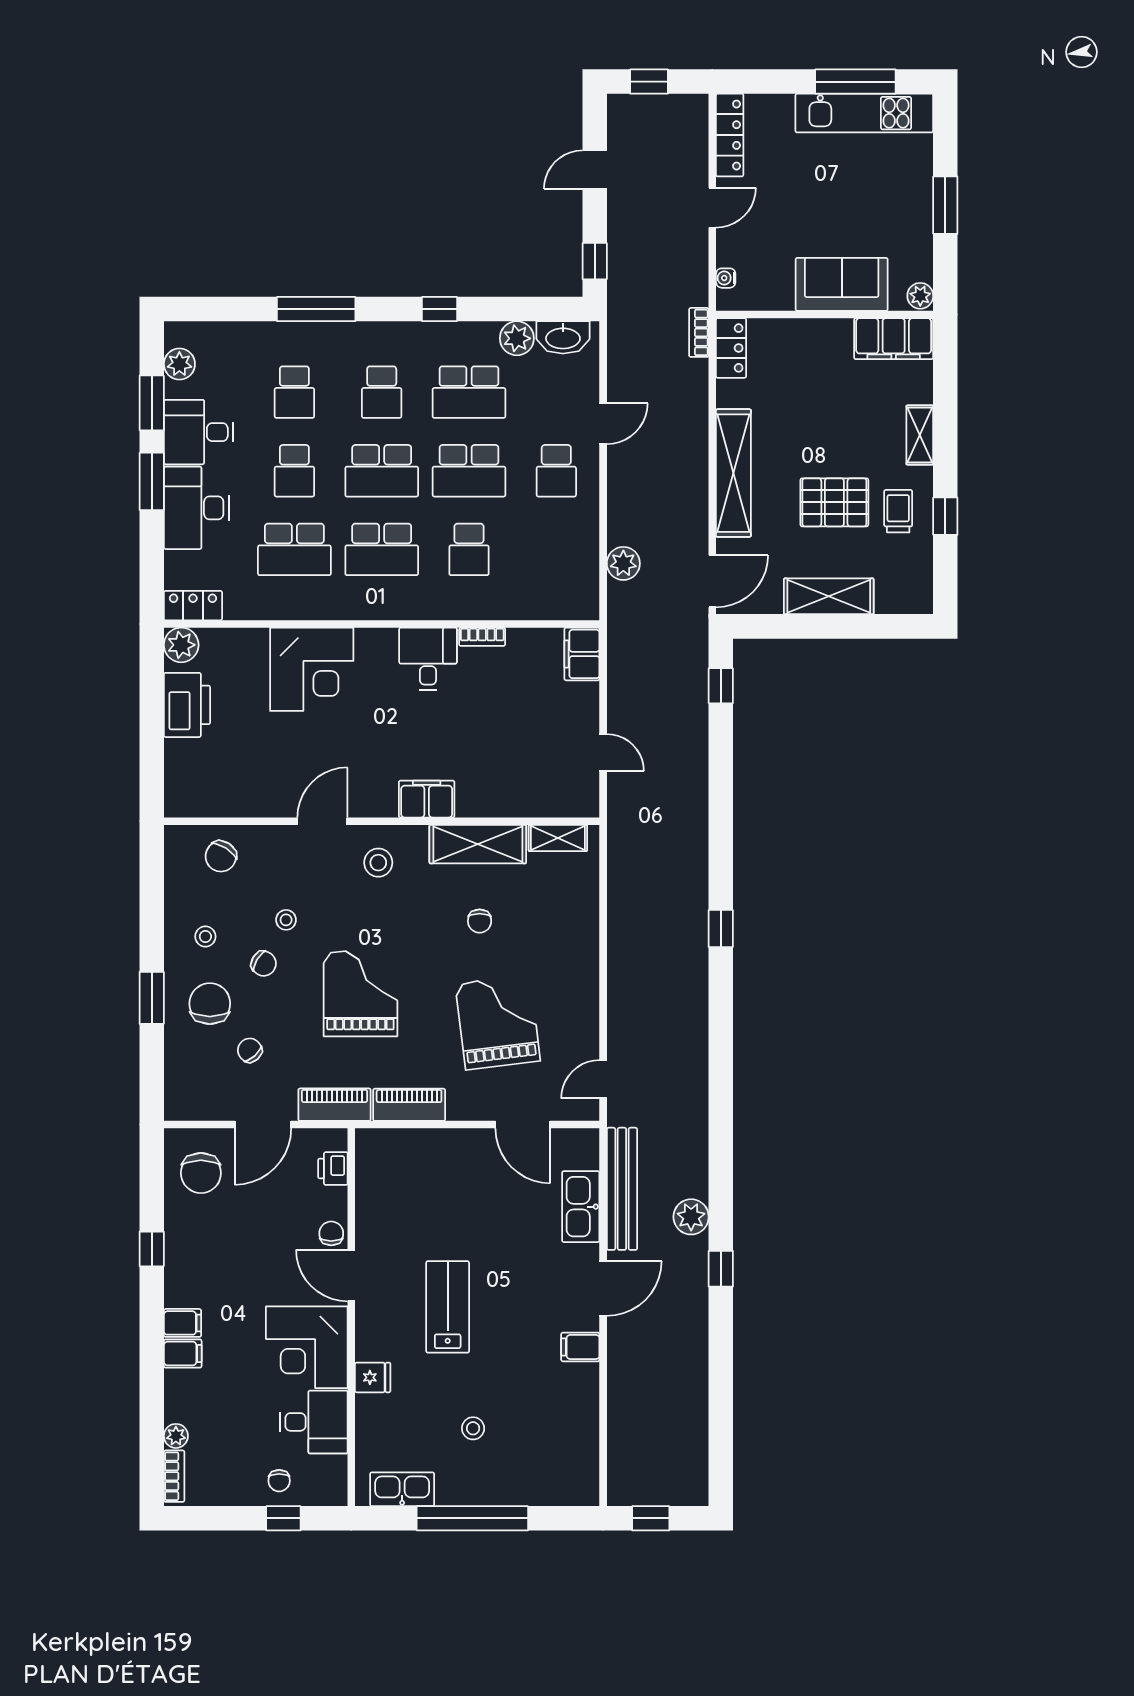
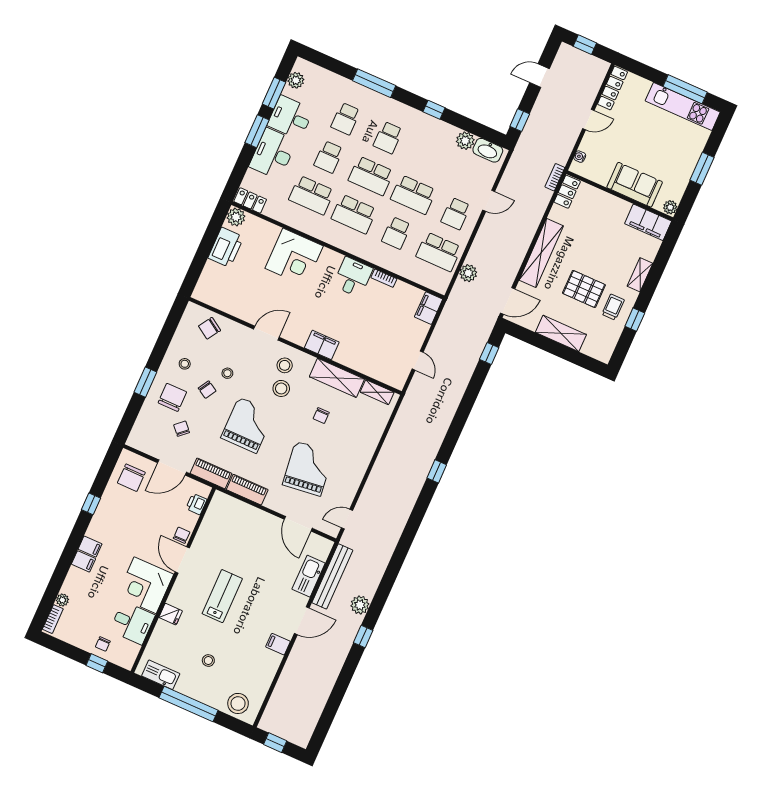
school desk: (469, 392) -> (439, 252), moved
stool: (390, 905) -> (281, 388), added
stool: (557, 1479) -> (238, 703), added

